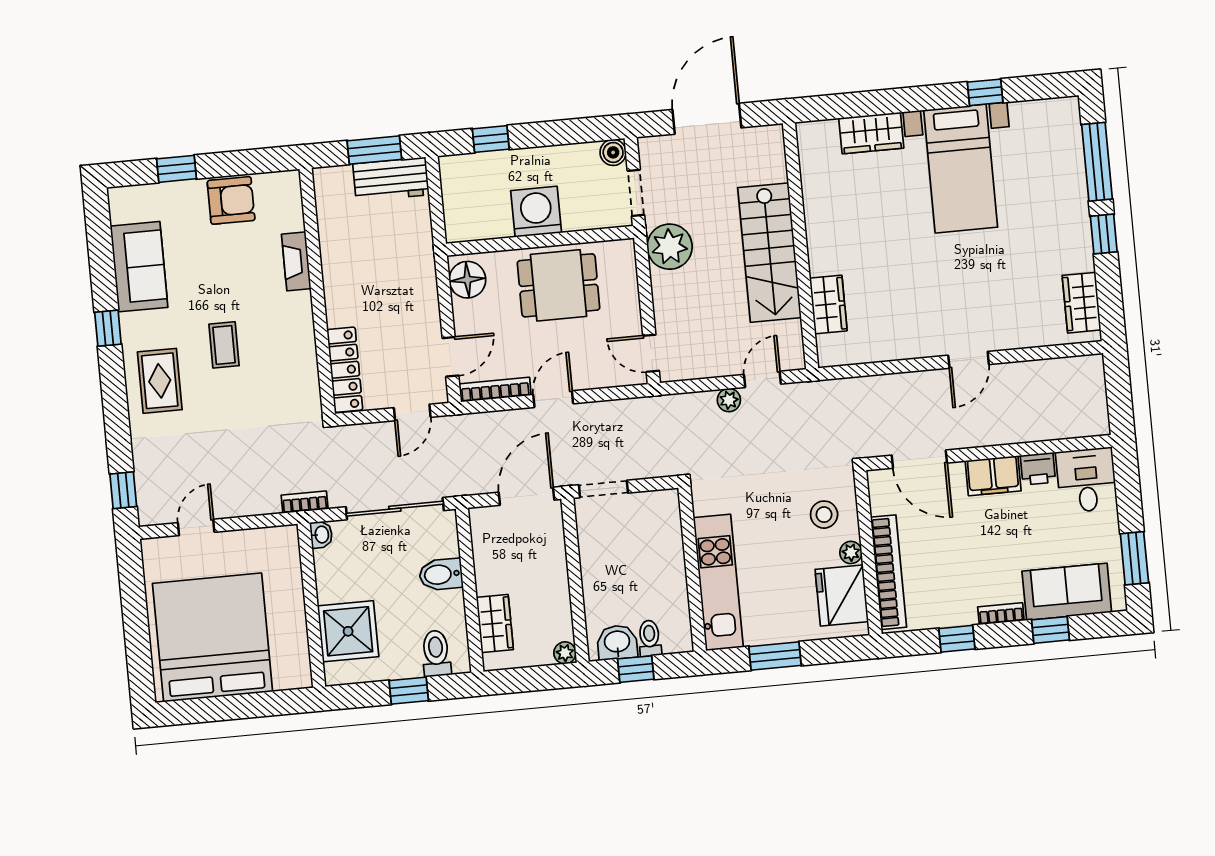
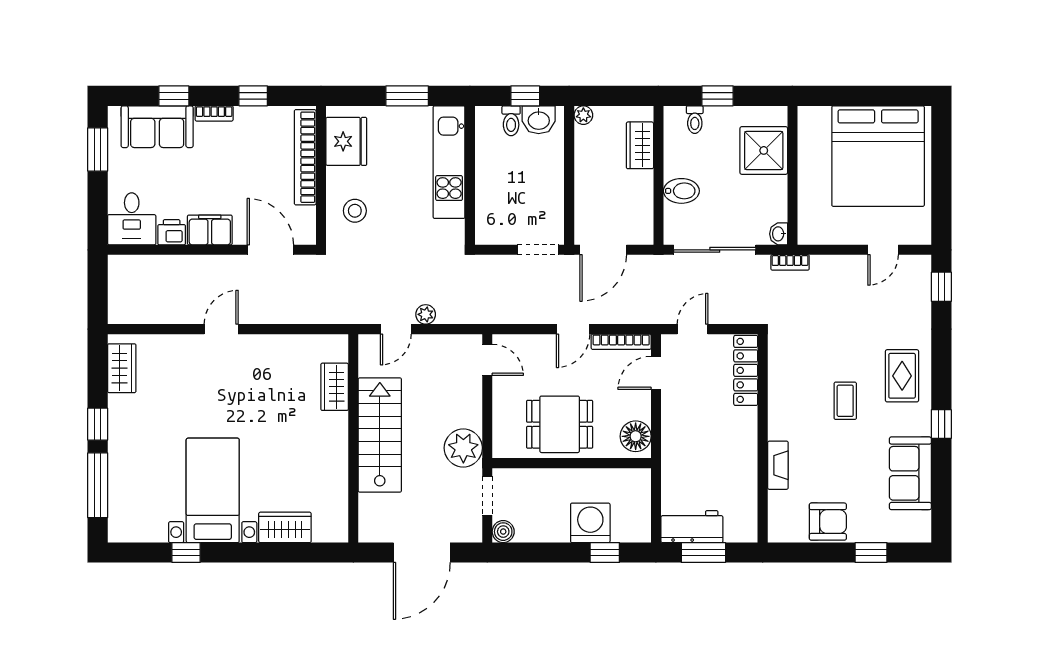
armchair: (231, 200) -> (828, 522), turned 180
washing machine: (536, 212) -> (590, 523), moved, turned 180
plant: (851, 552) -> (335, 177), removed
toilet: (436, 653) -> (695, 120), width x0.73, depth x0.72

